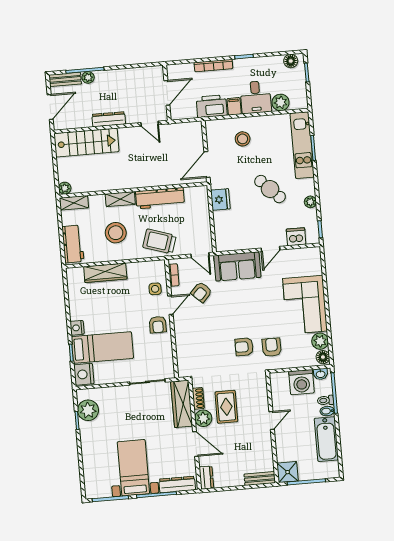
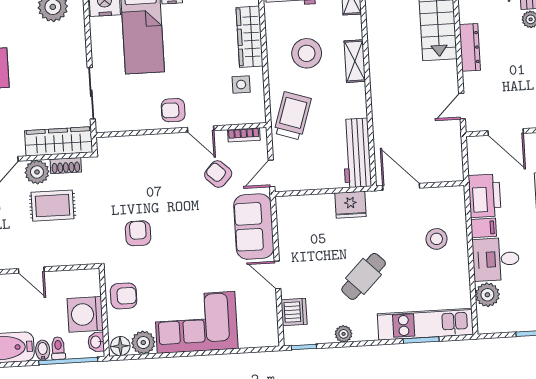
workbench: (160, 198) -> (357, 153), moved
side table: (155, 289) -> (241, 85), moved
armchair: (272, 347) -> (124, 296), moved

